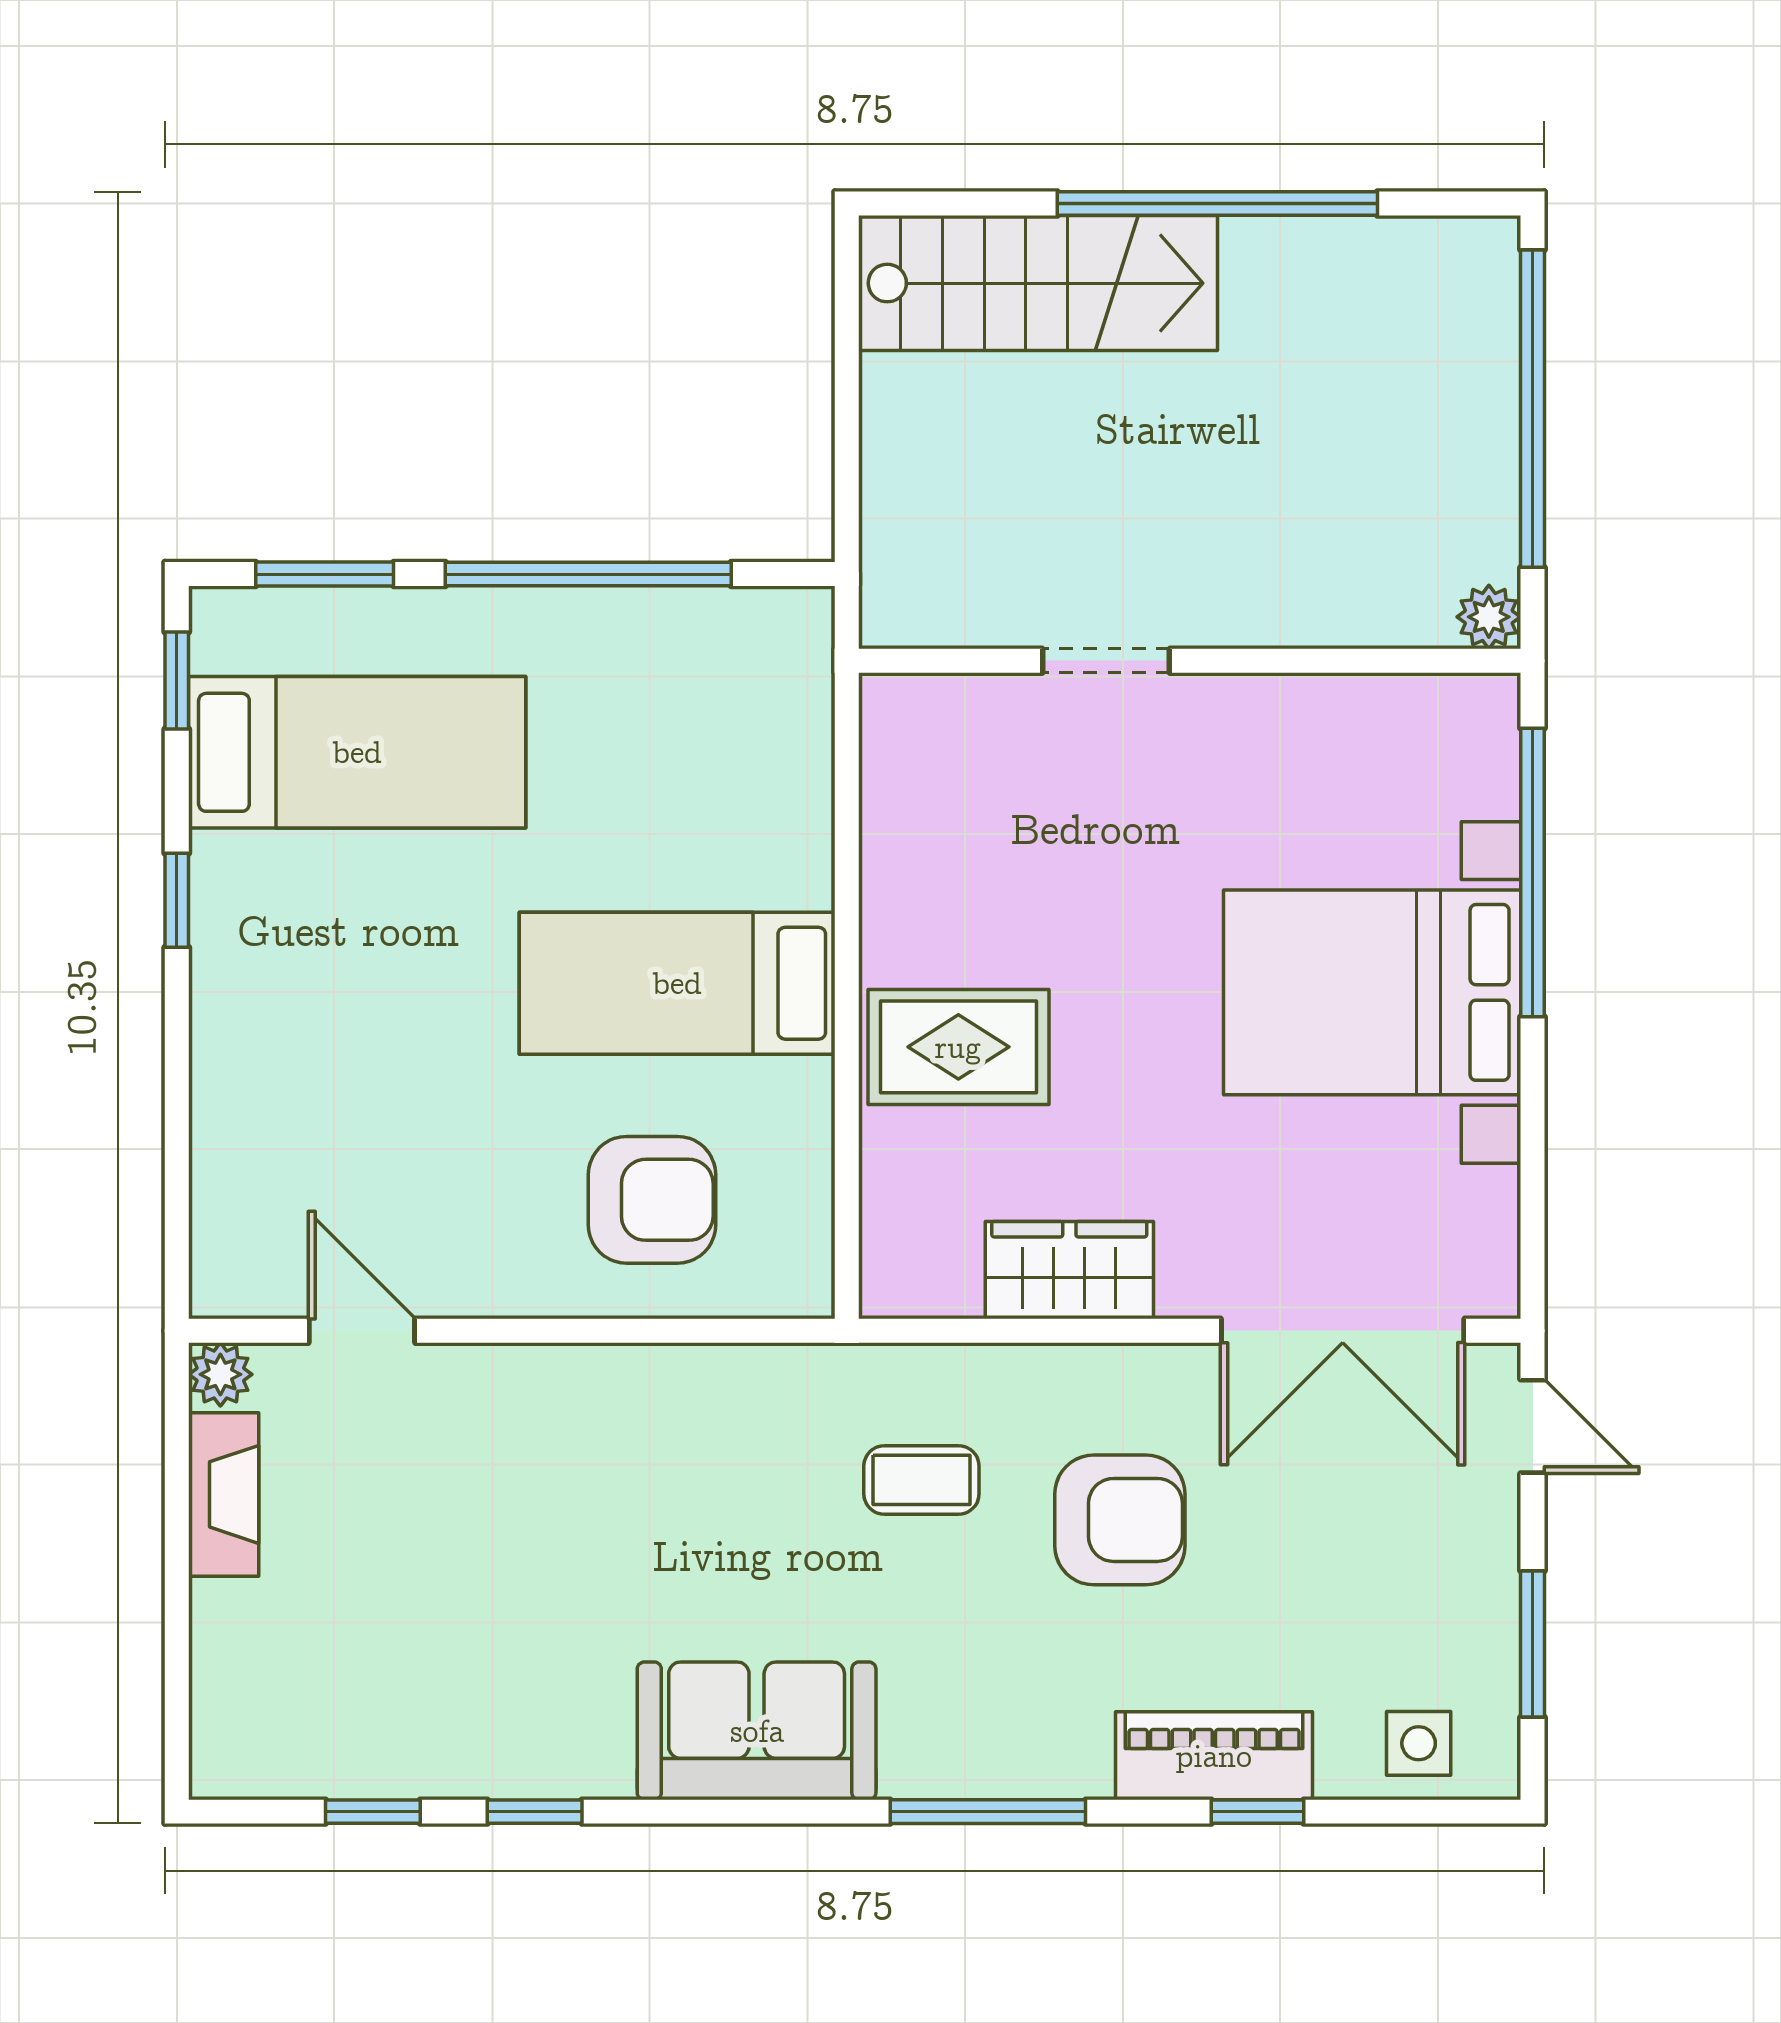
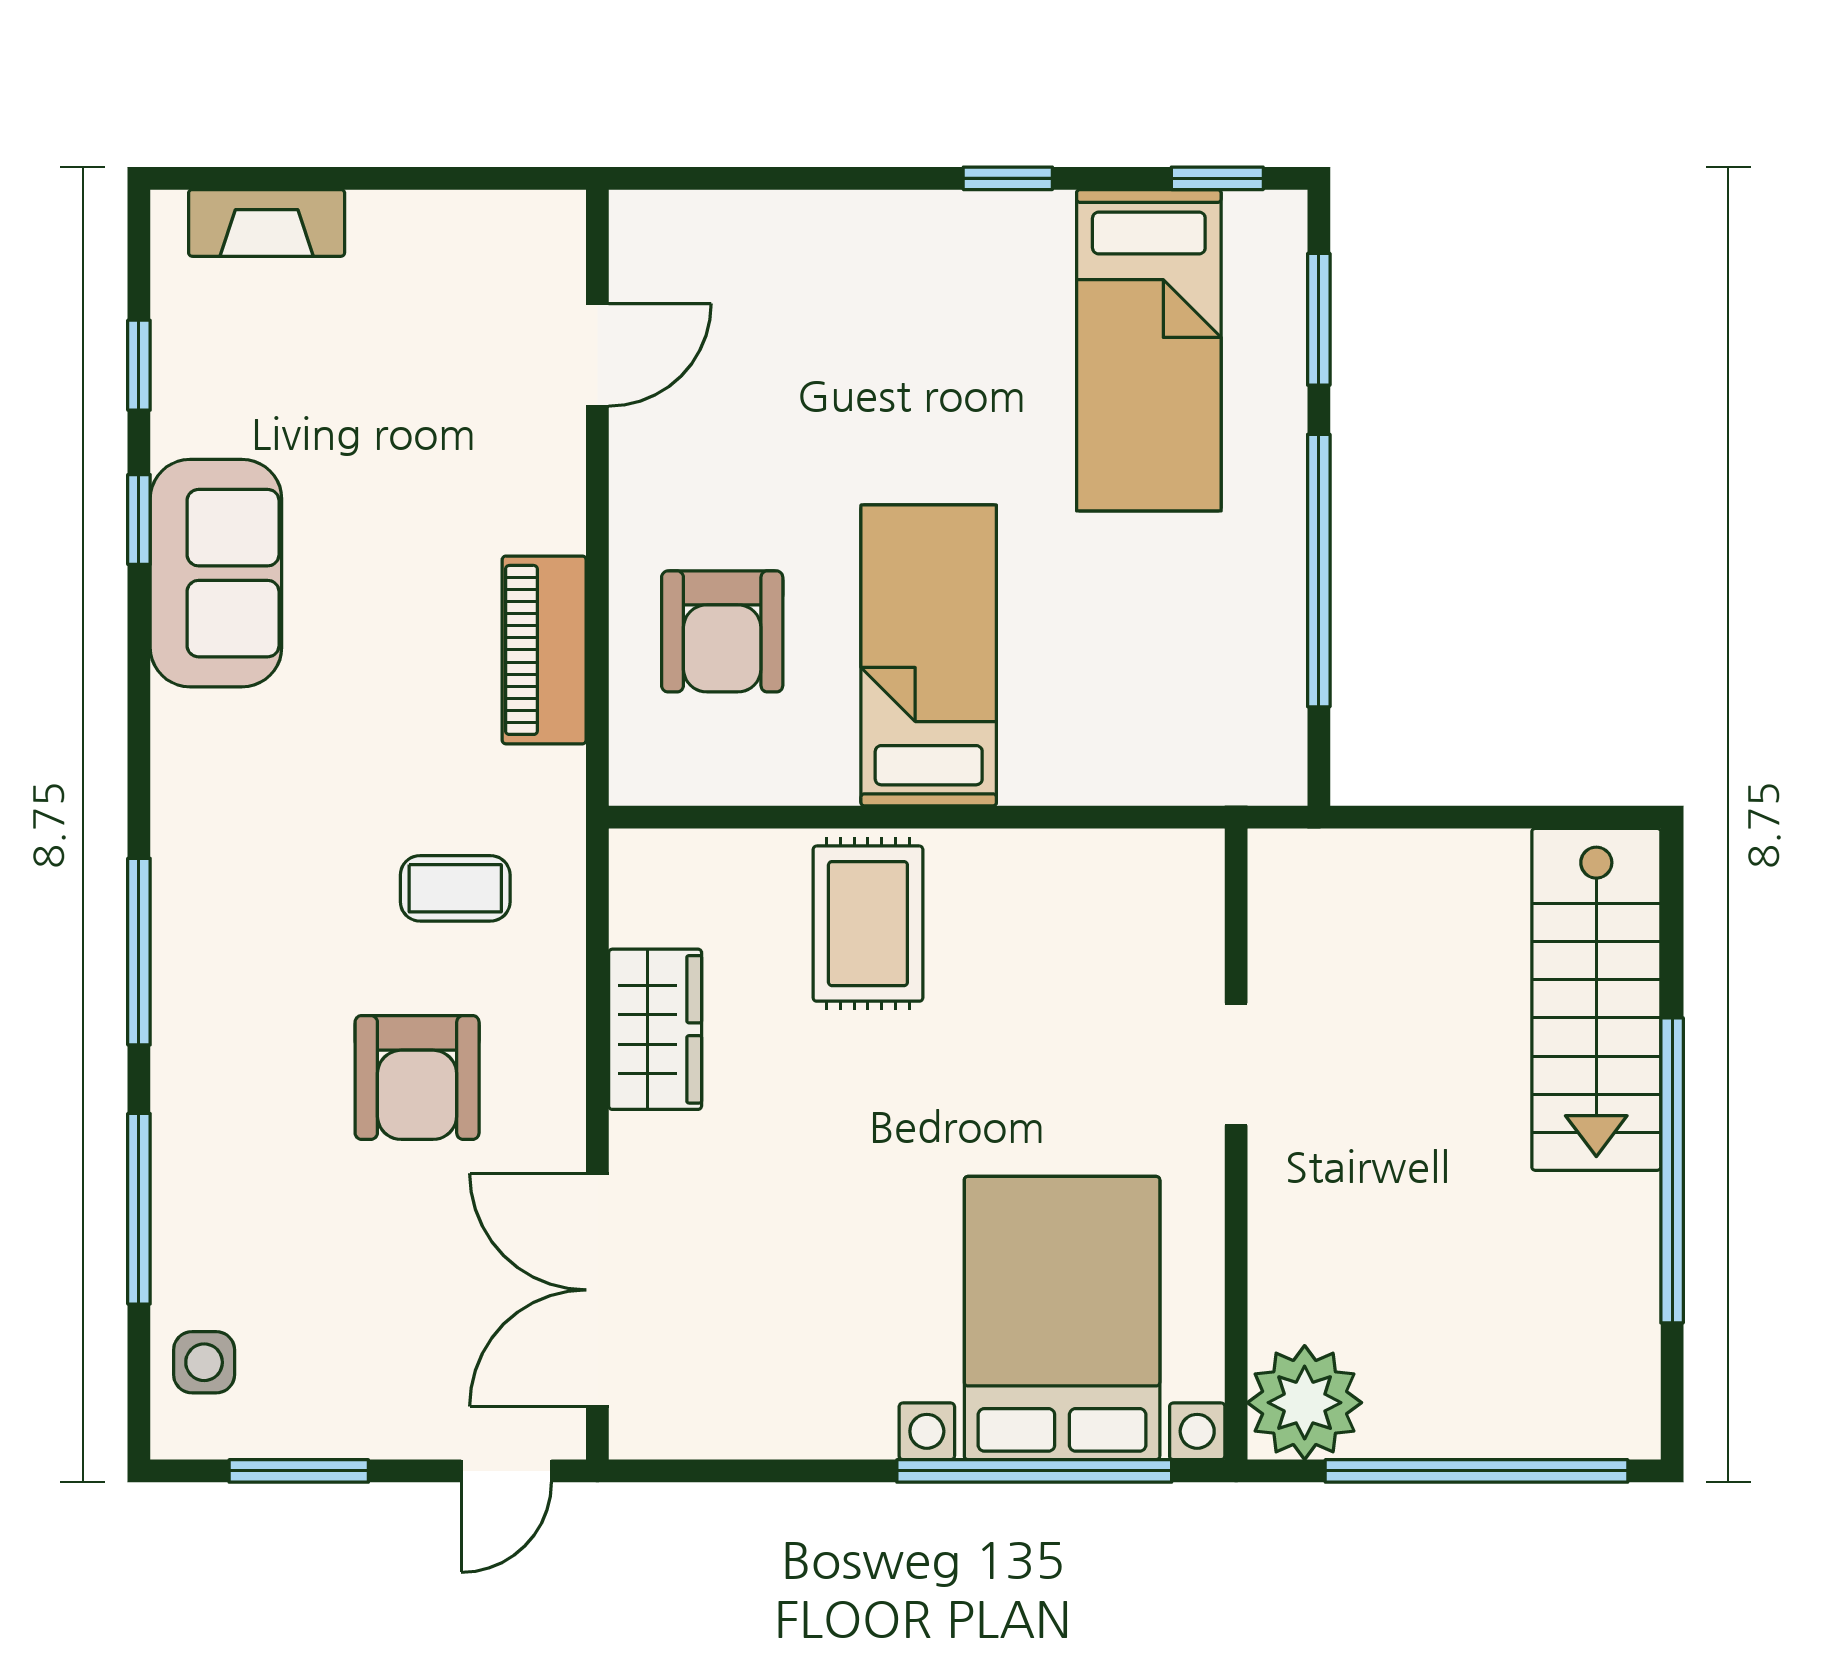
plant: (1489, 617) -> (1305, 1403), width x1.87, depth x1.87
bed with nightstands: (1372, 992) -> (1062, 1318), moved
plant: (220, 1374) -> (556, 220), removed
coffee table: (921, 1480) -> (455, 888), turned 90
fireplace: (224, 1494) -> (267, 223), moved
sofa: (757, 1731) -> (216, 573), moved
piano: (1214, 1756) -> (544, 650), moved, turned 180
window: (1258, 1812) -> (139, 1209), width x2.17

